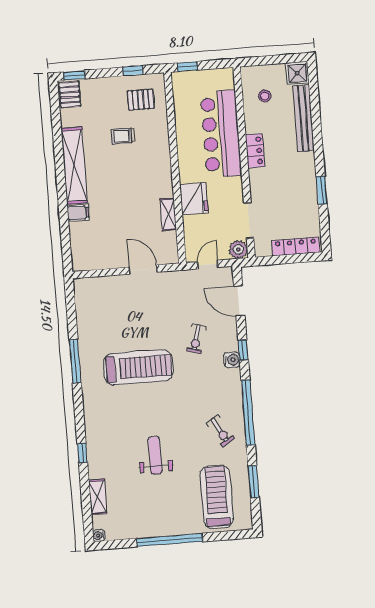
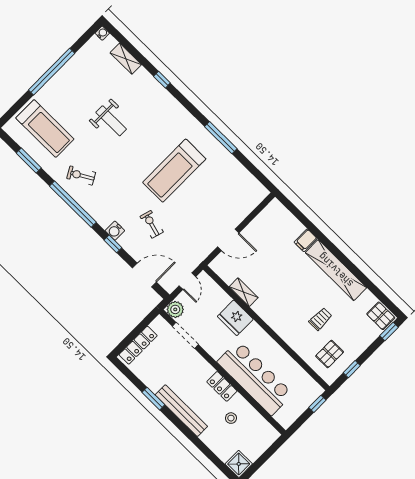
stool: (265, 96) -> (231, 418), moved
bench: (304, 118) -> (181, 411), moved

